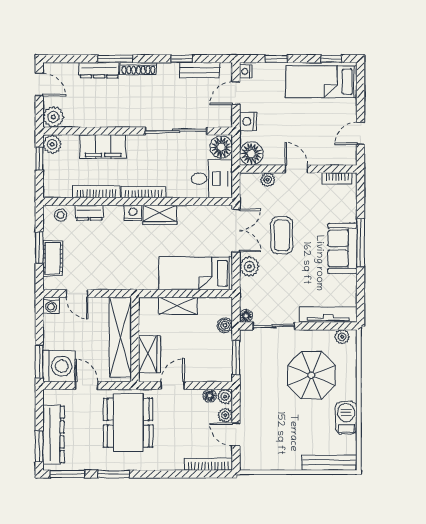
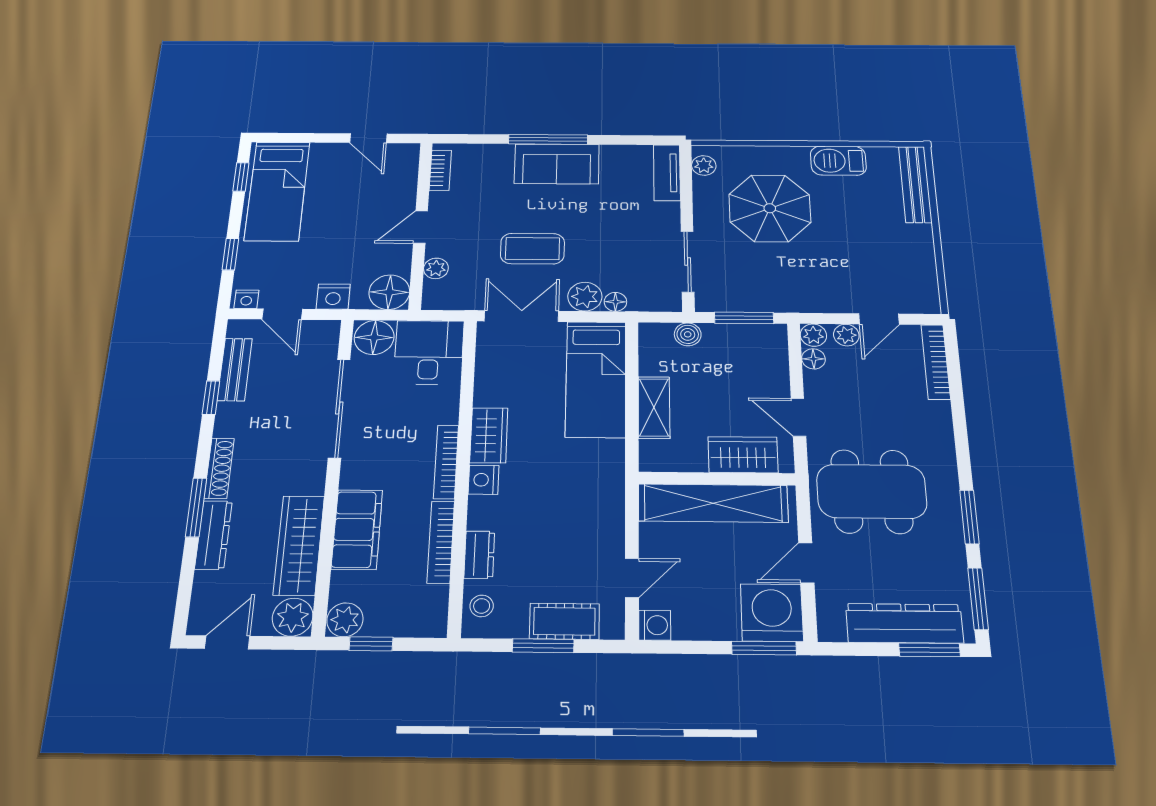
wardrobe: (94, 116) -> (299, 545), added
tv unit: (328, 315) -> (667, 173), width x0.71
floor lamp: (246, 316) -> (615, 302), moved

